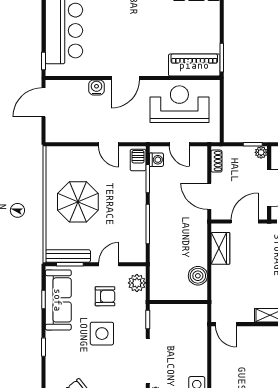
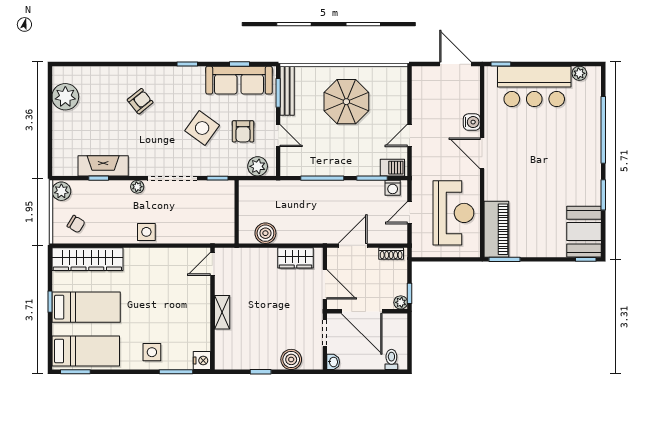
side table: (102, 334) -> (202, 128), turned 36

